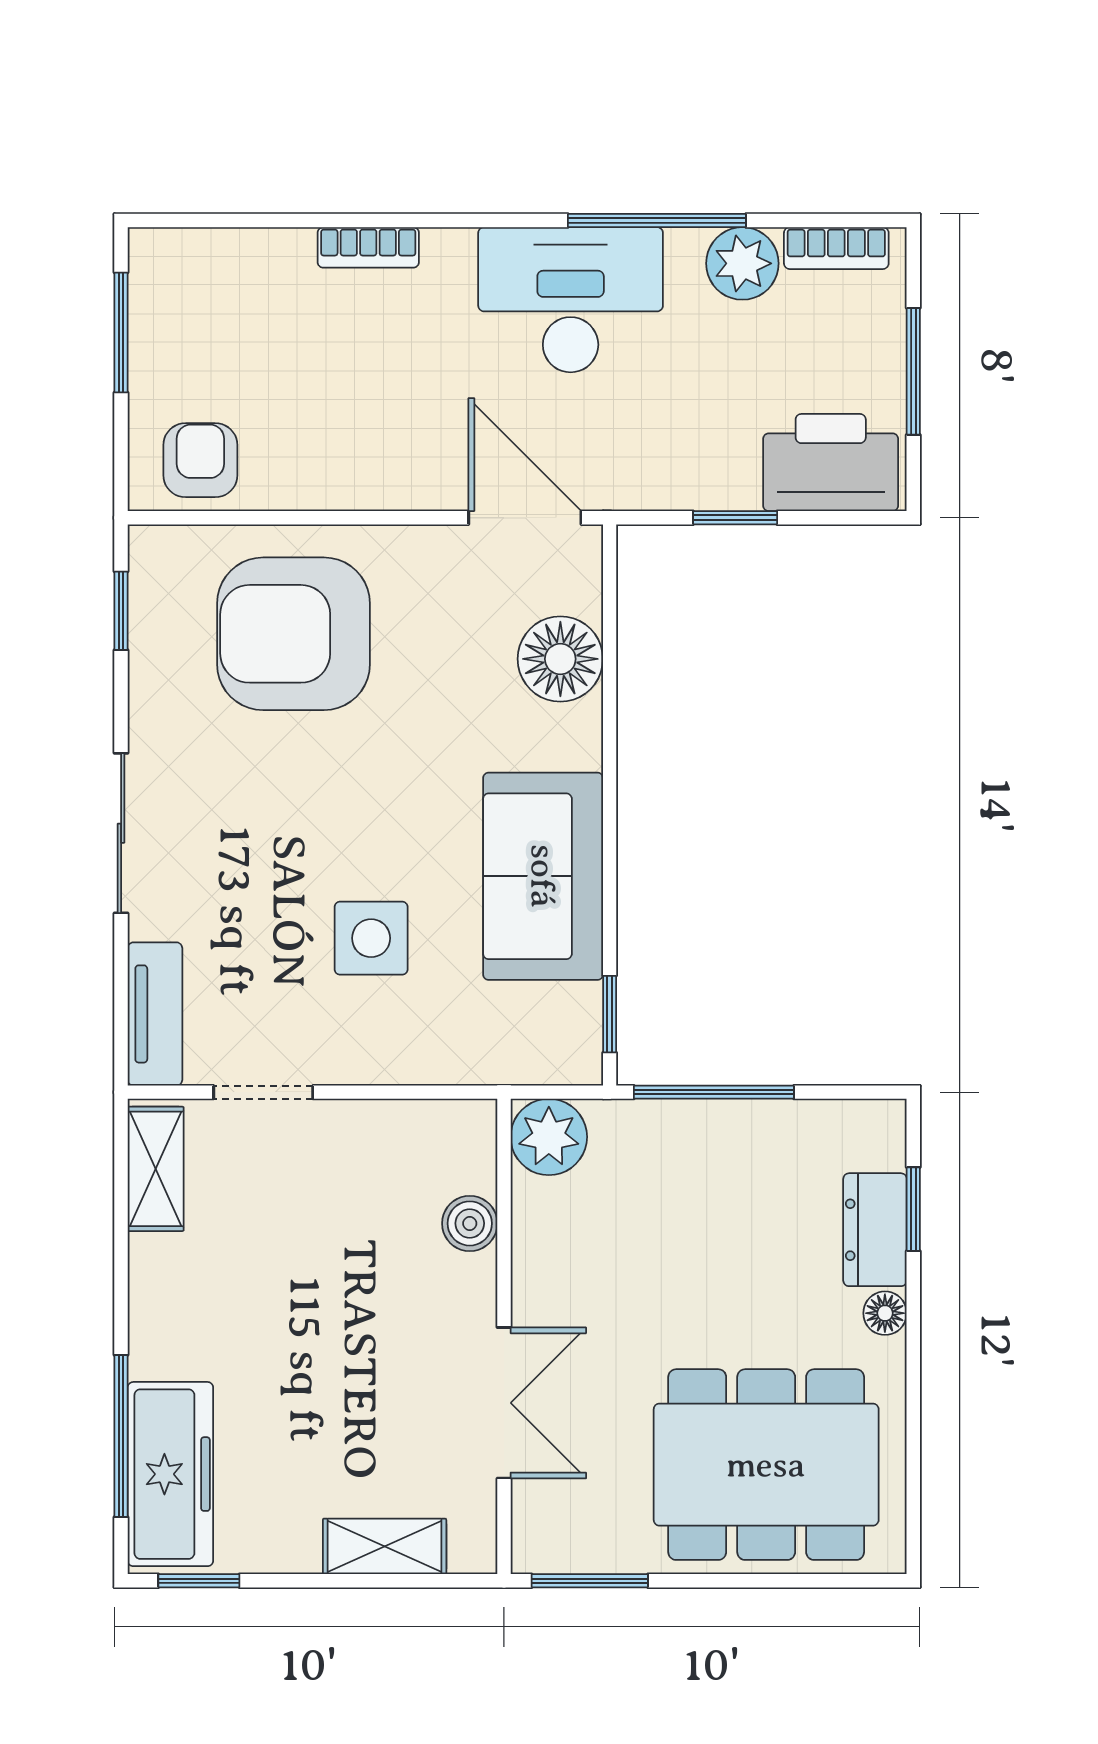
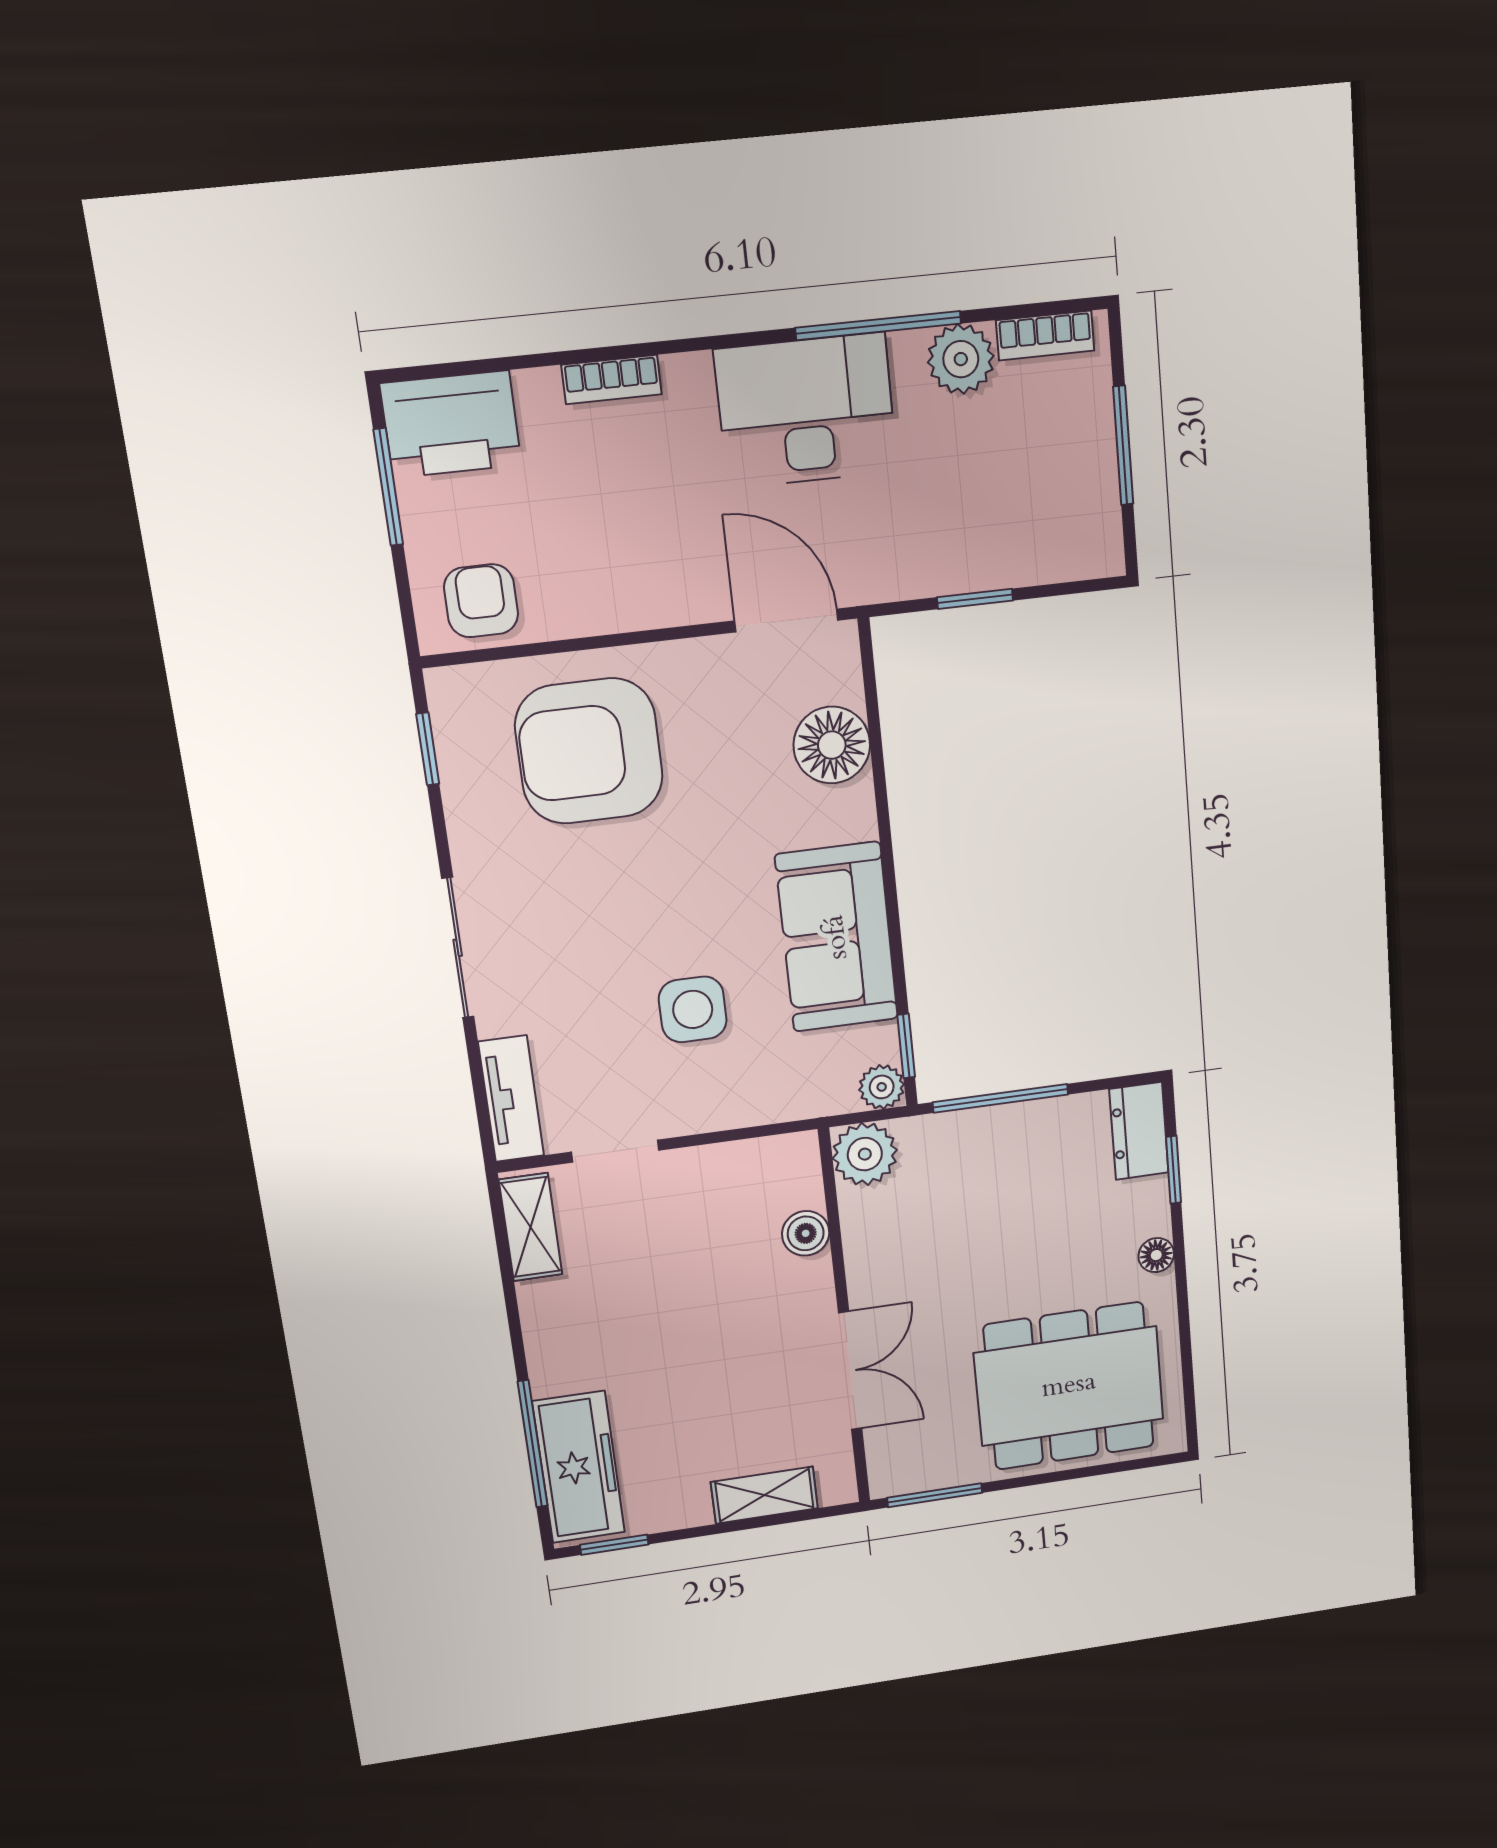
printer: (831, 463) -> (451, 424), moved, turned 180
plant: (576, 1059) -> (882, 1087), added
dresser: (875, 1230) -> (1139, 1131), moved

